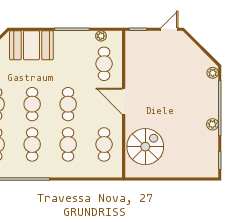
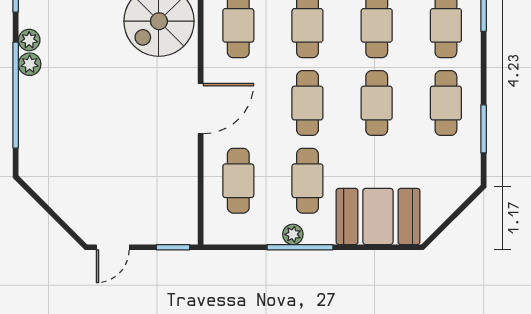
plant: (101, 36) -> (293, 234), moved
cafe table: (68, 64) -> (307, 181), added
plant: (213, 73) -> (29, 40), moved
door: (124, 101) -> (201, 109), hinge flipped

